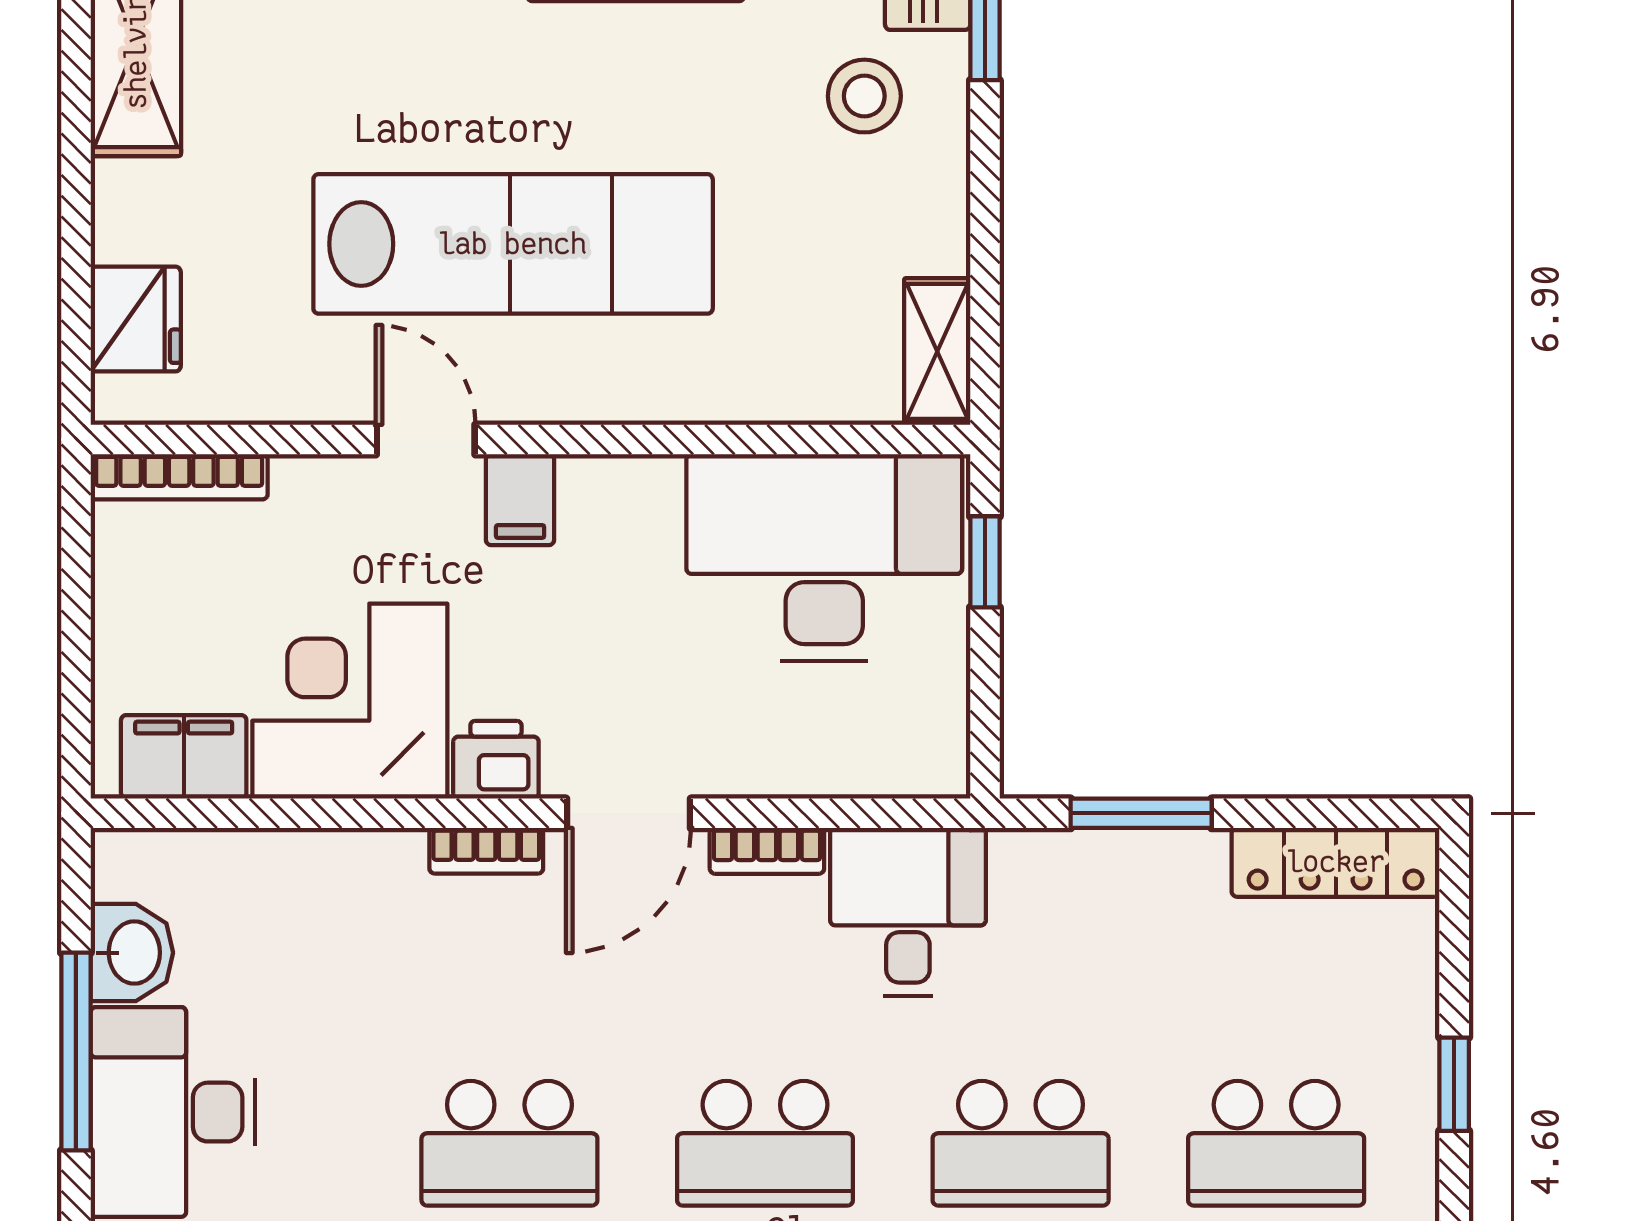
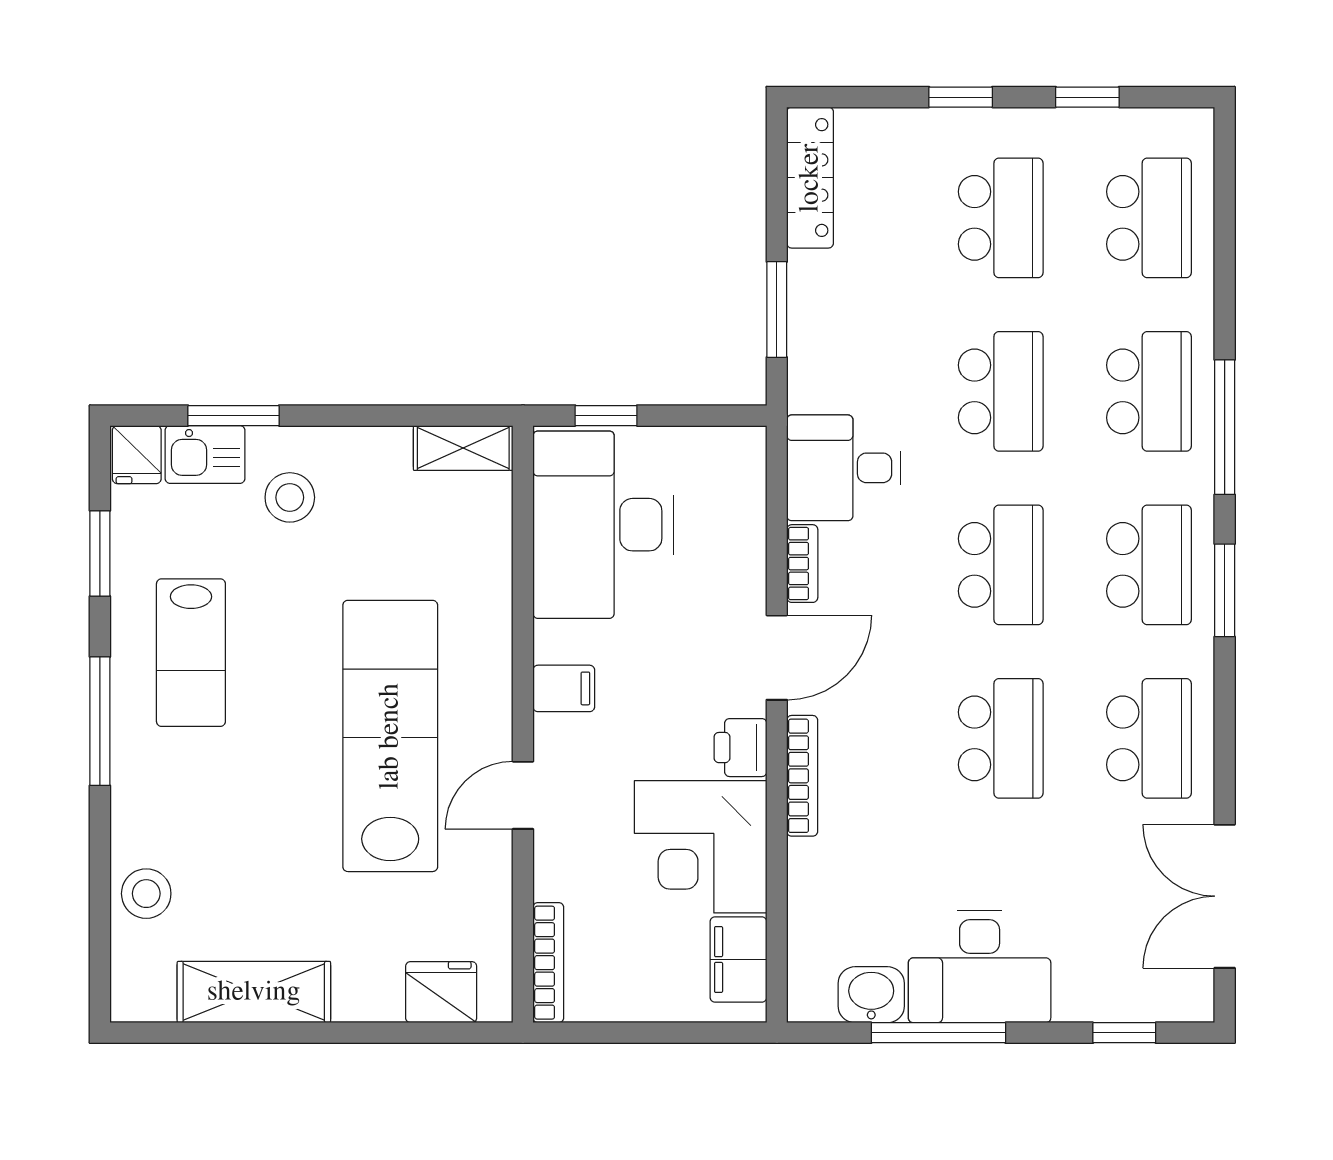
filing cabinet: (520, 500) -> (564, 688), moved
door: (628, 813) -> (777, 658), hinge flipped
bookcase: (486, 851) -> (802, 776), width x1.56

